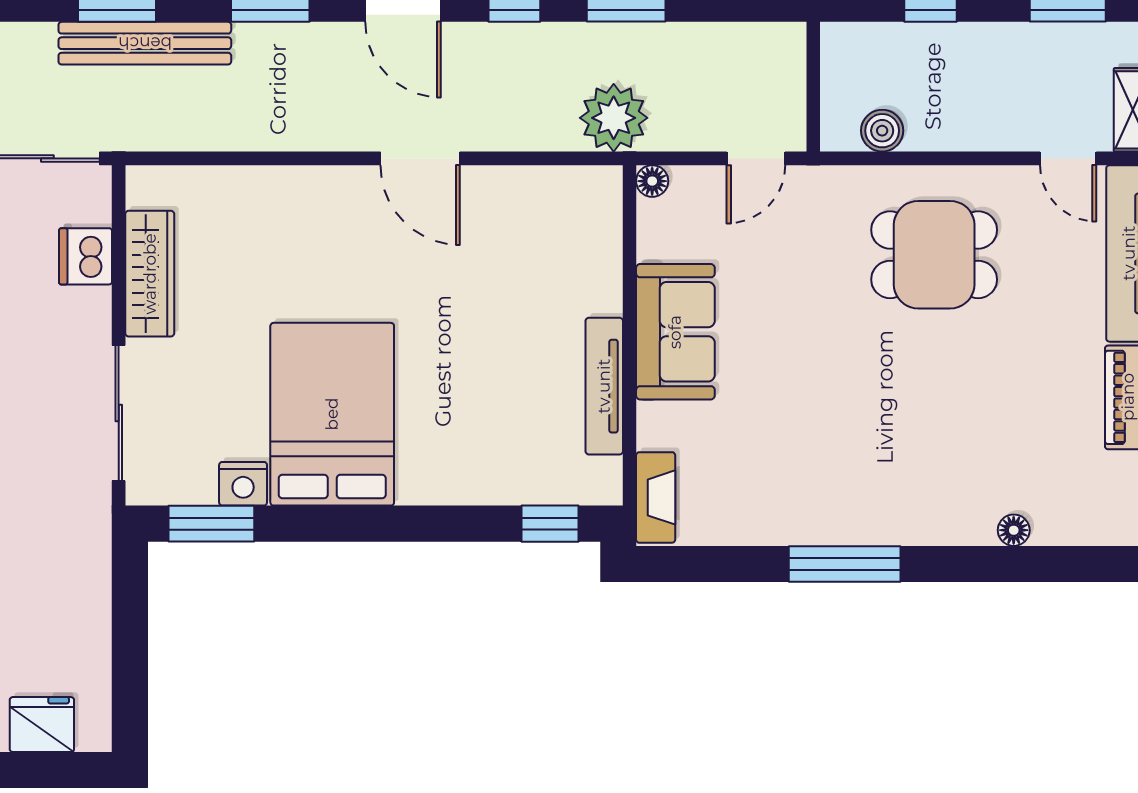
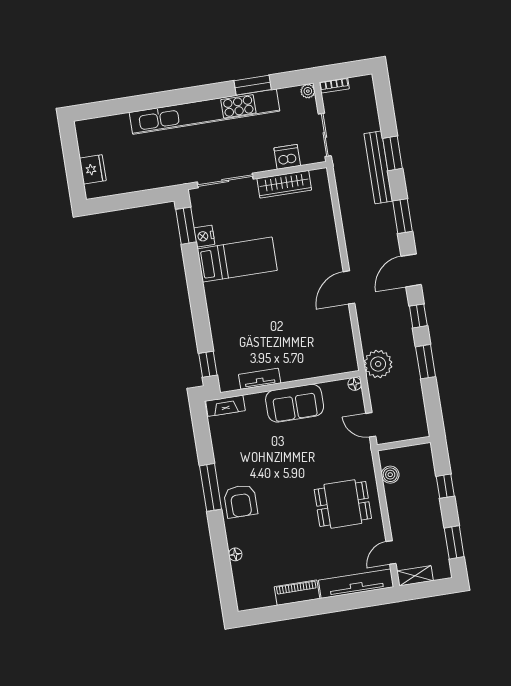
dining table: (934, 255) -> (343, 504), turned 90
tv unit: (604, 386) -> (260, 379), width x0.71
bed: (332, 414) -> (237, 260), width x0.67
armchair: (889, 497) -> (241, 501), added

